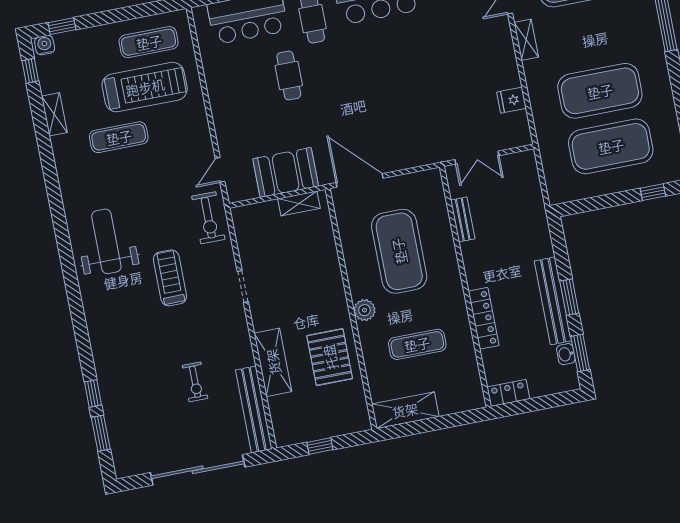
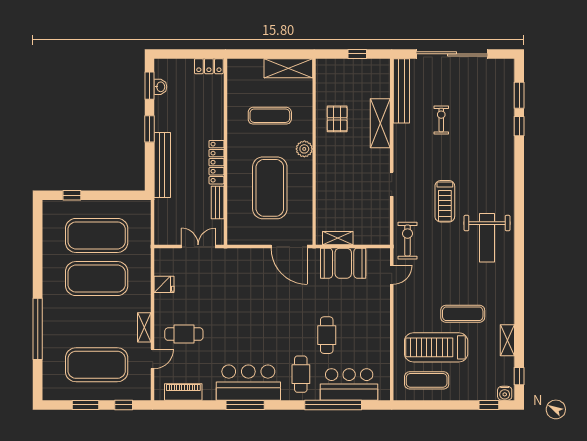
cafe table: (473, 41) -> (184, 334), added
bench: (553, 301) -> (162, 165), moved
locker: (484, 318) -> (217, 162), moved
pallet: (330, 357) -> (337, 119), width x0.67, depth x0.71

